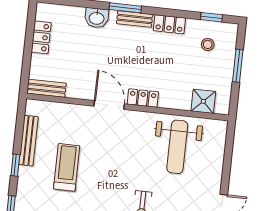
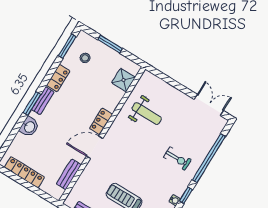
window: (212, 17) -> (67, 46), width x1.50
locker: (41, 37) -> (24, 172), width x1.53
bench: (46, 88) -> (69, 174), moved
weight bench: (177, 147) -> (147, 114), width x0.73, depth x0.75

